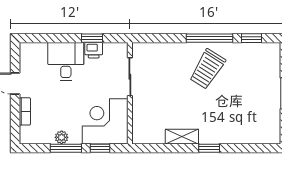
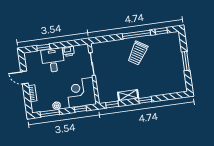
window: (92, 38) -> (43, 47), moved
window: (66, 148) -> (50, 113), moved
window: (153, 148) -> (112, 105), added

